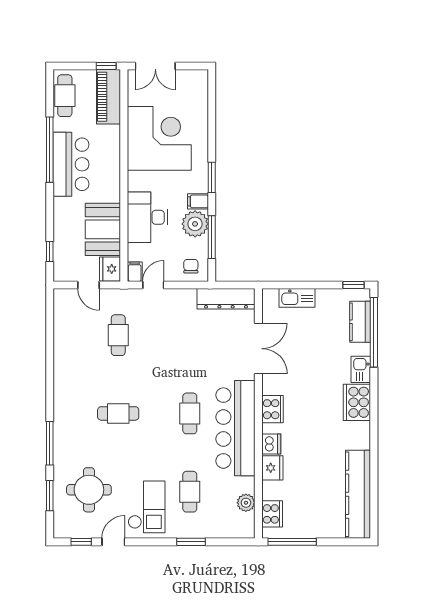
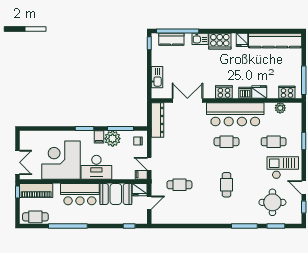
bar counter: (71, 164) -> (80, 194), moved, turned 180
desk: (147, 217) -> (96, 167), moved
fridge: (359, 439) -> (242, 40), added

